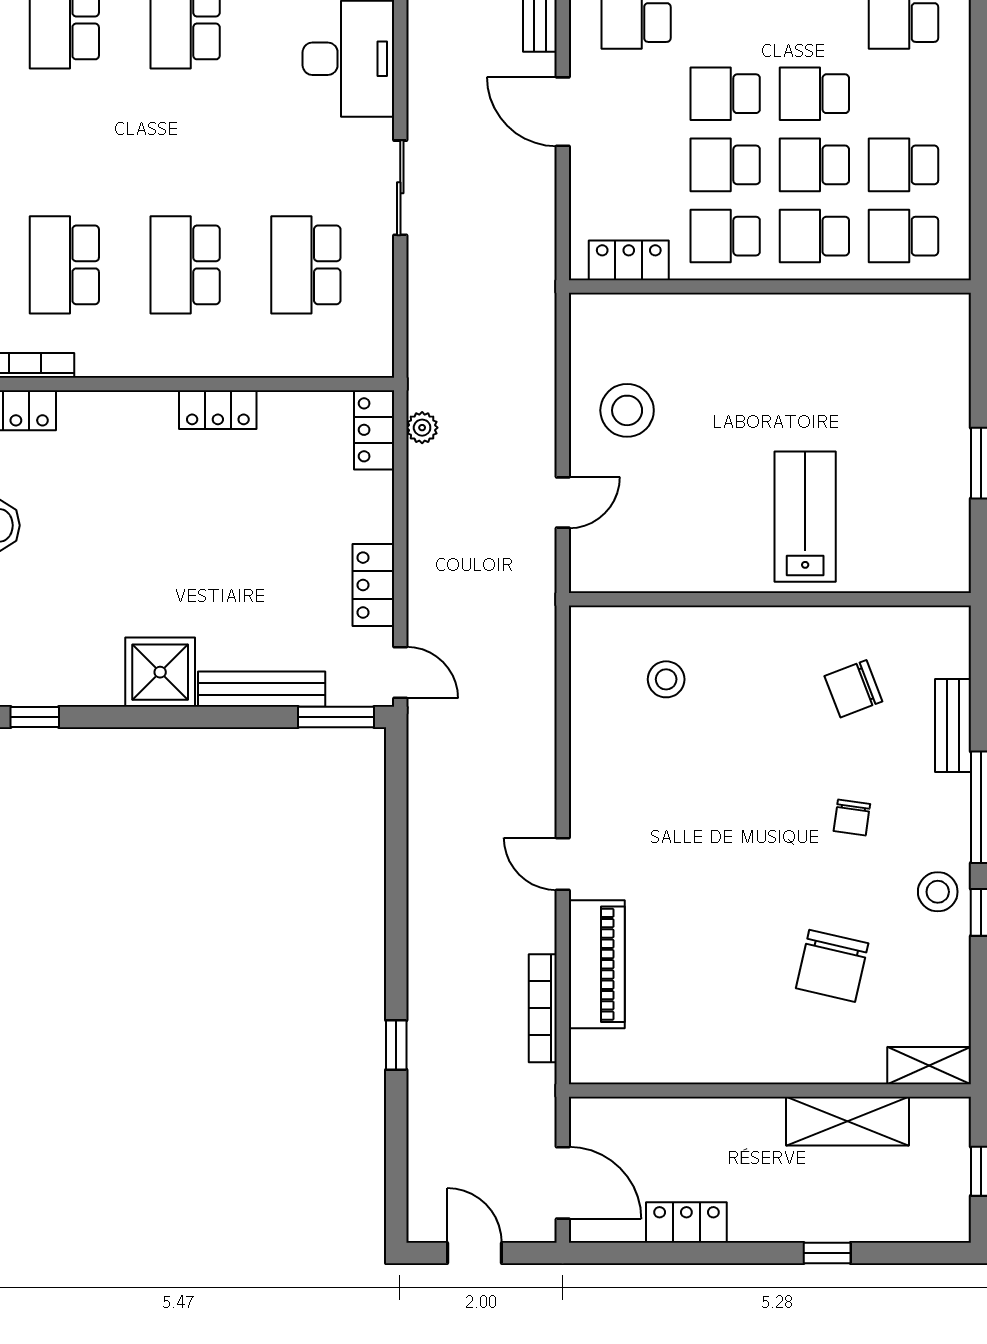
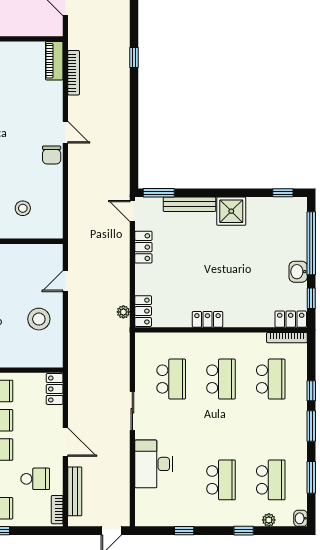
locker: (629, 260) -> (55, 389), moved, turned 90
chair: (596, 809) -> (52, 155), added
piano: (597, 964) -> (54, 61), moved, width x0.73, depth x0.75

